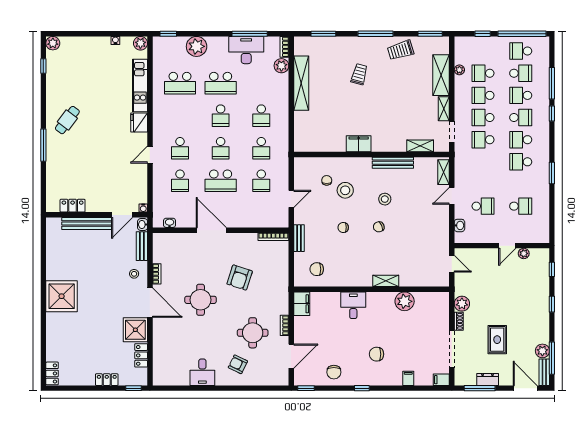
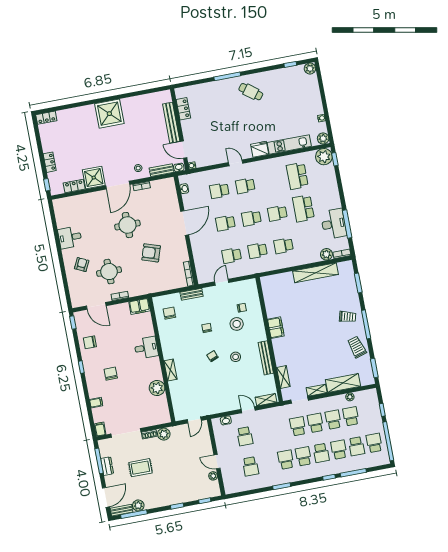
plant: (197, 46) -> (324, 157), moved
trolley: (359, 74) -> (348, 317), moved
school desk: (221, 181) -> (225, 223), width x0.54
door: (291, 199) -> (222, 282), swing flipped

